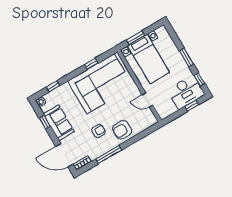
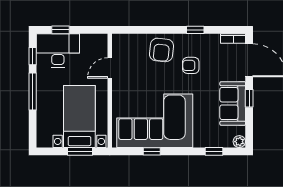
window: (186, 57) -> (33, 92), width x1.44
door: (147, 100) -> (110, 68), swing flipped
window: (45, 122) -> (249, 98), moved
armchair: (122, 130) -> (161, 50), turned 96
window: (109, 155) -> (195, 30), width x0.46

